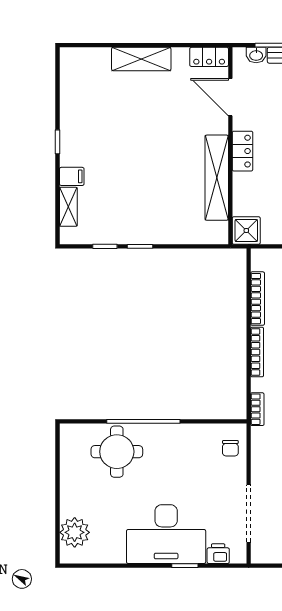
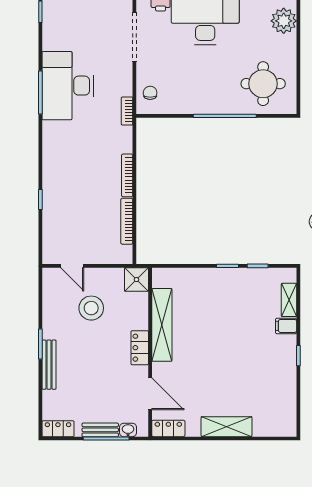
bookcase: (257, 409) -> (127, 111), moved
round table: (117, 452) -> (263, 84), moved

